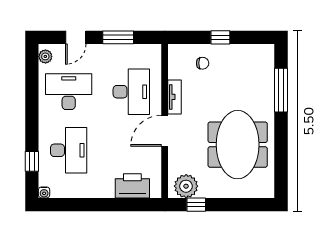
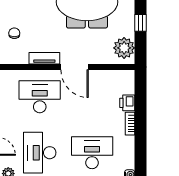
printer: (132, 186) -> (127, 103), width x0.53, depth x0.68
bookcase: (101, 193) -> (130, 124), added
window: (196, 205) -> (140, 23), moved

